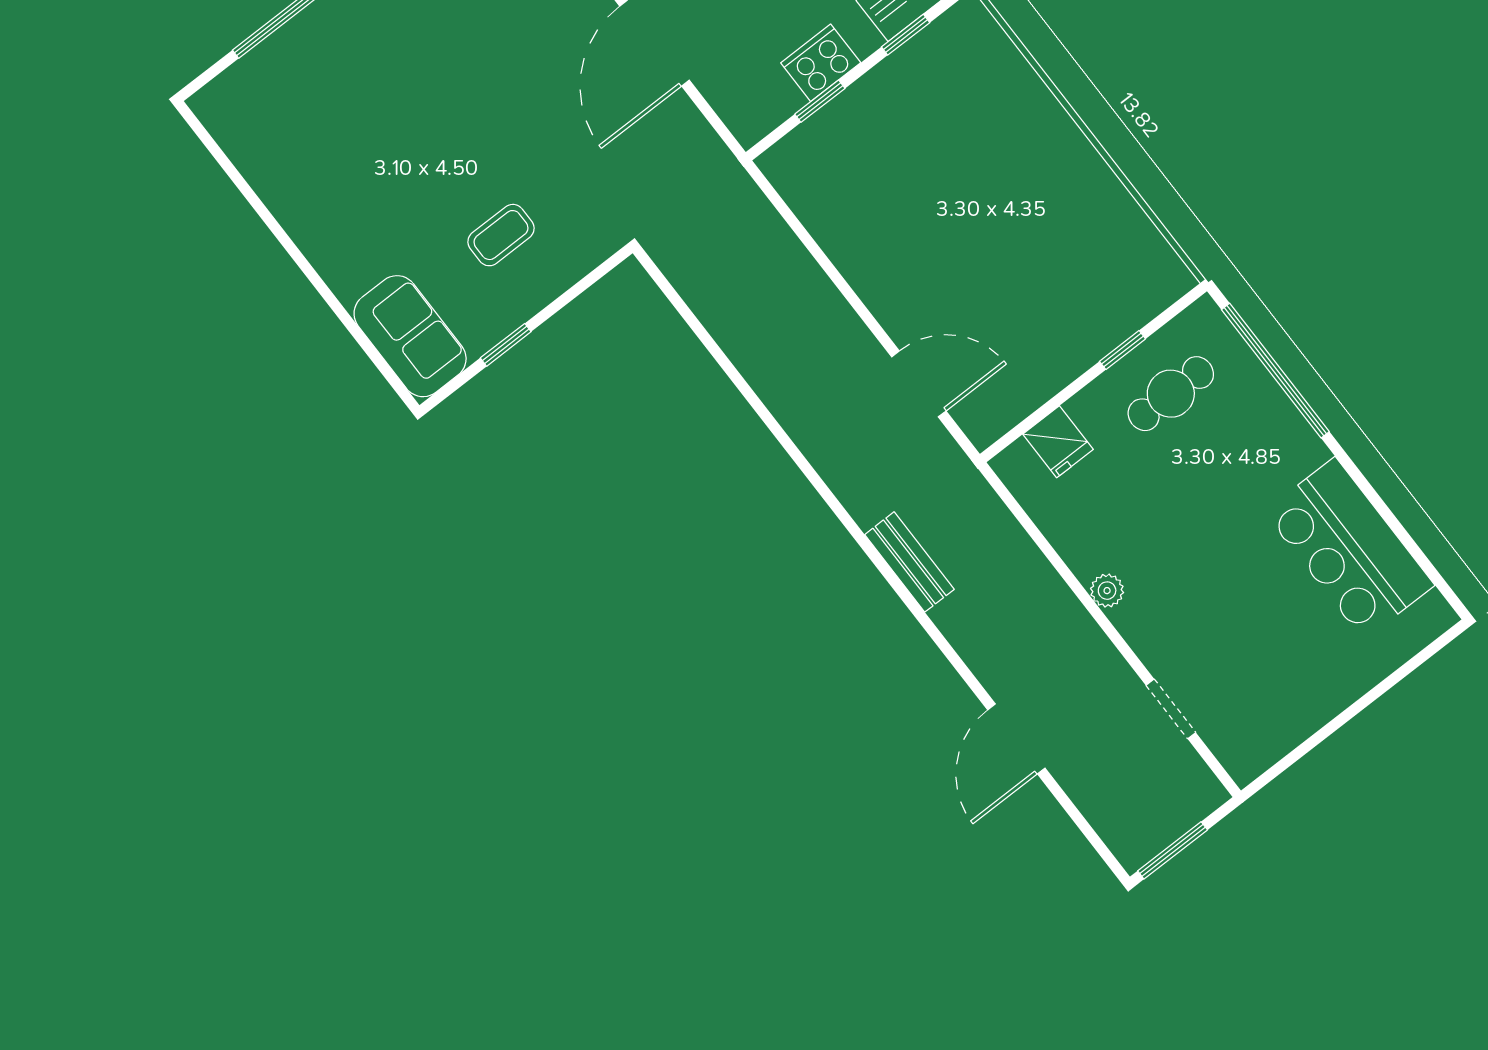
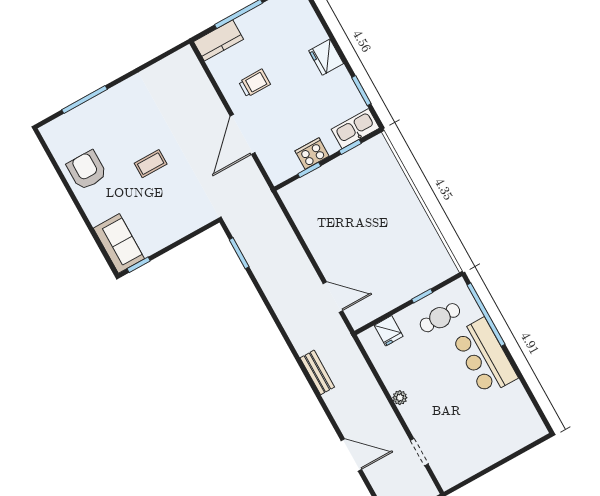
armchair: (311, 180) -> (87, 170), added
coffee table: (501, 235) -> (151, 164), moved
window: (689, 316) -> (239, 253), added
window: (506, 345) -> (139, 265), moved
bar counter: (1349, 549) -> (484, 357), moved
door: (1016, 739) -> (351, 455), swing flipped

